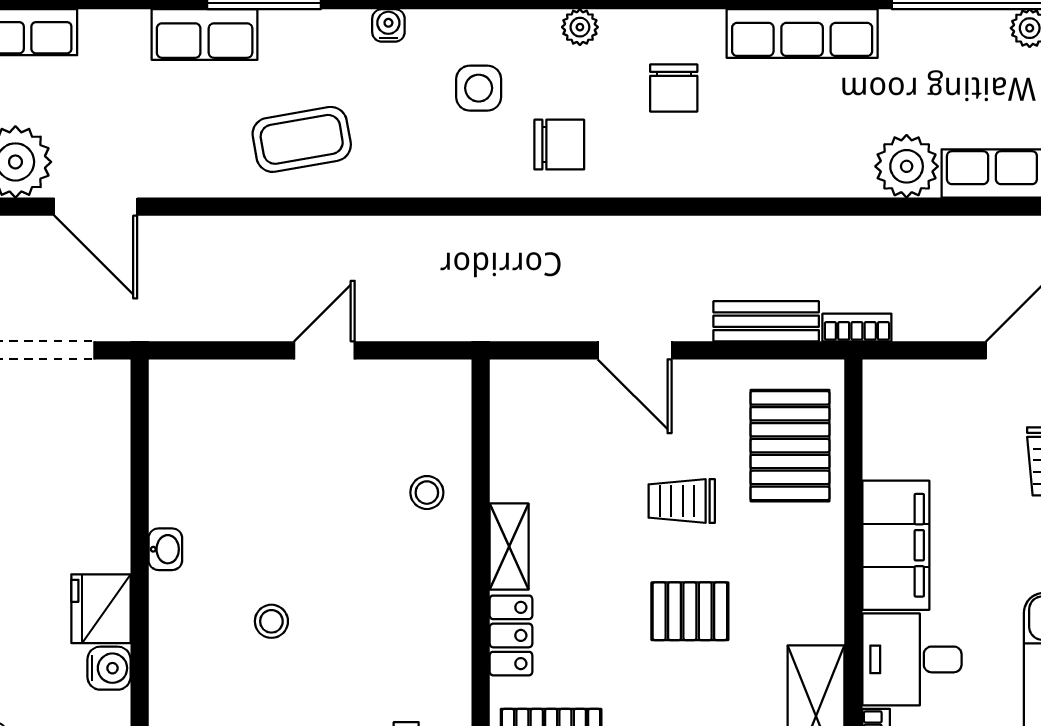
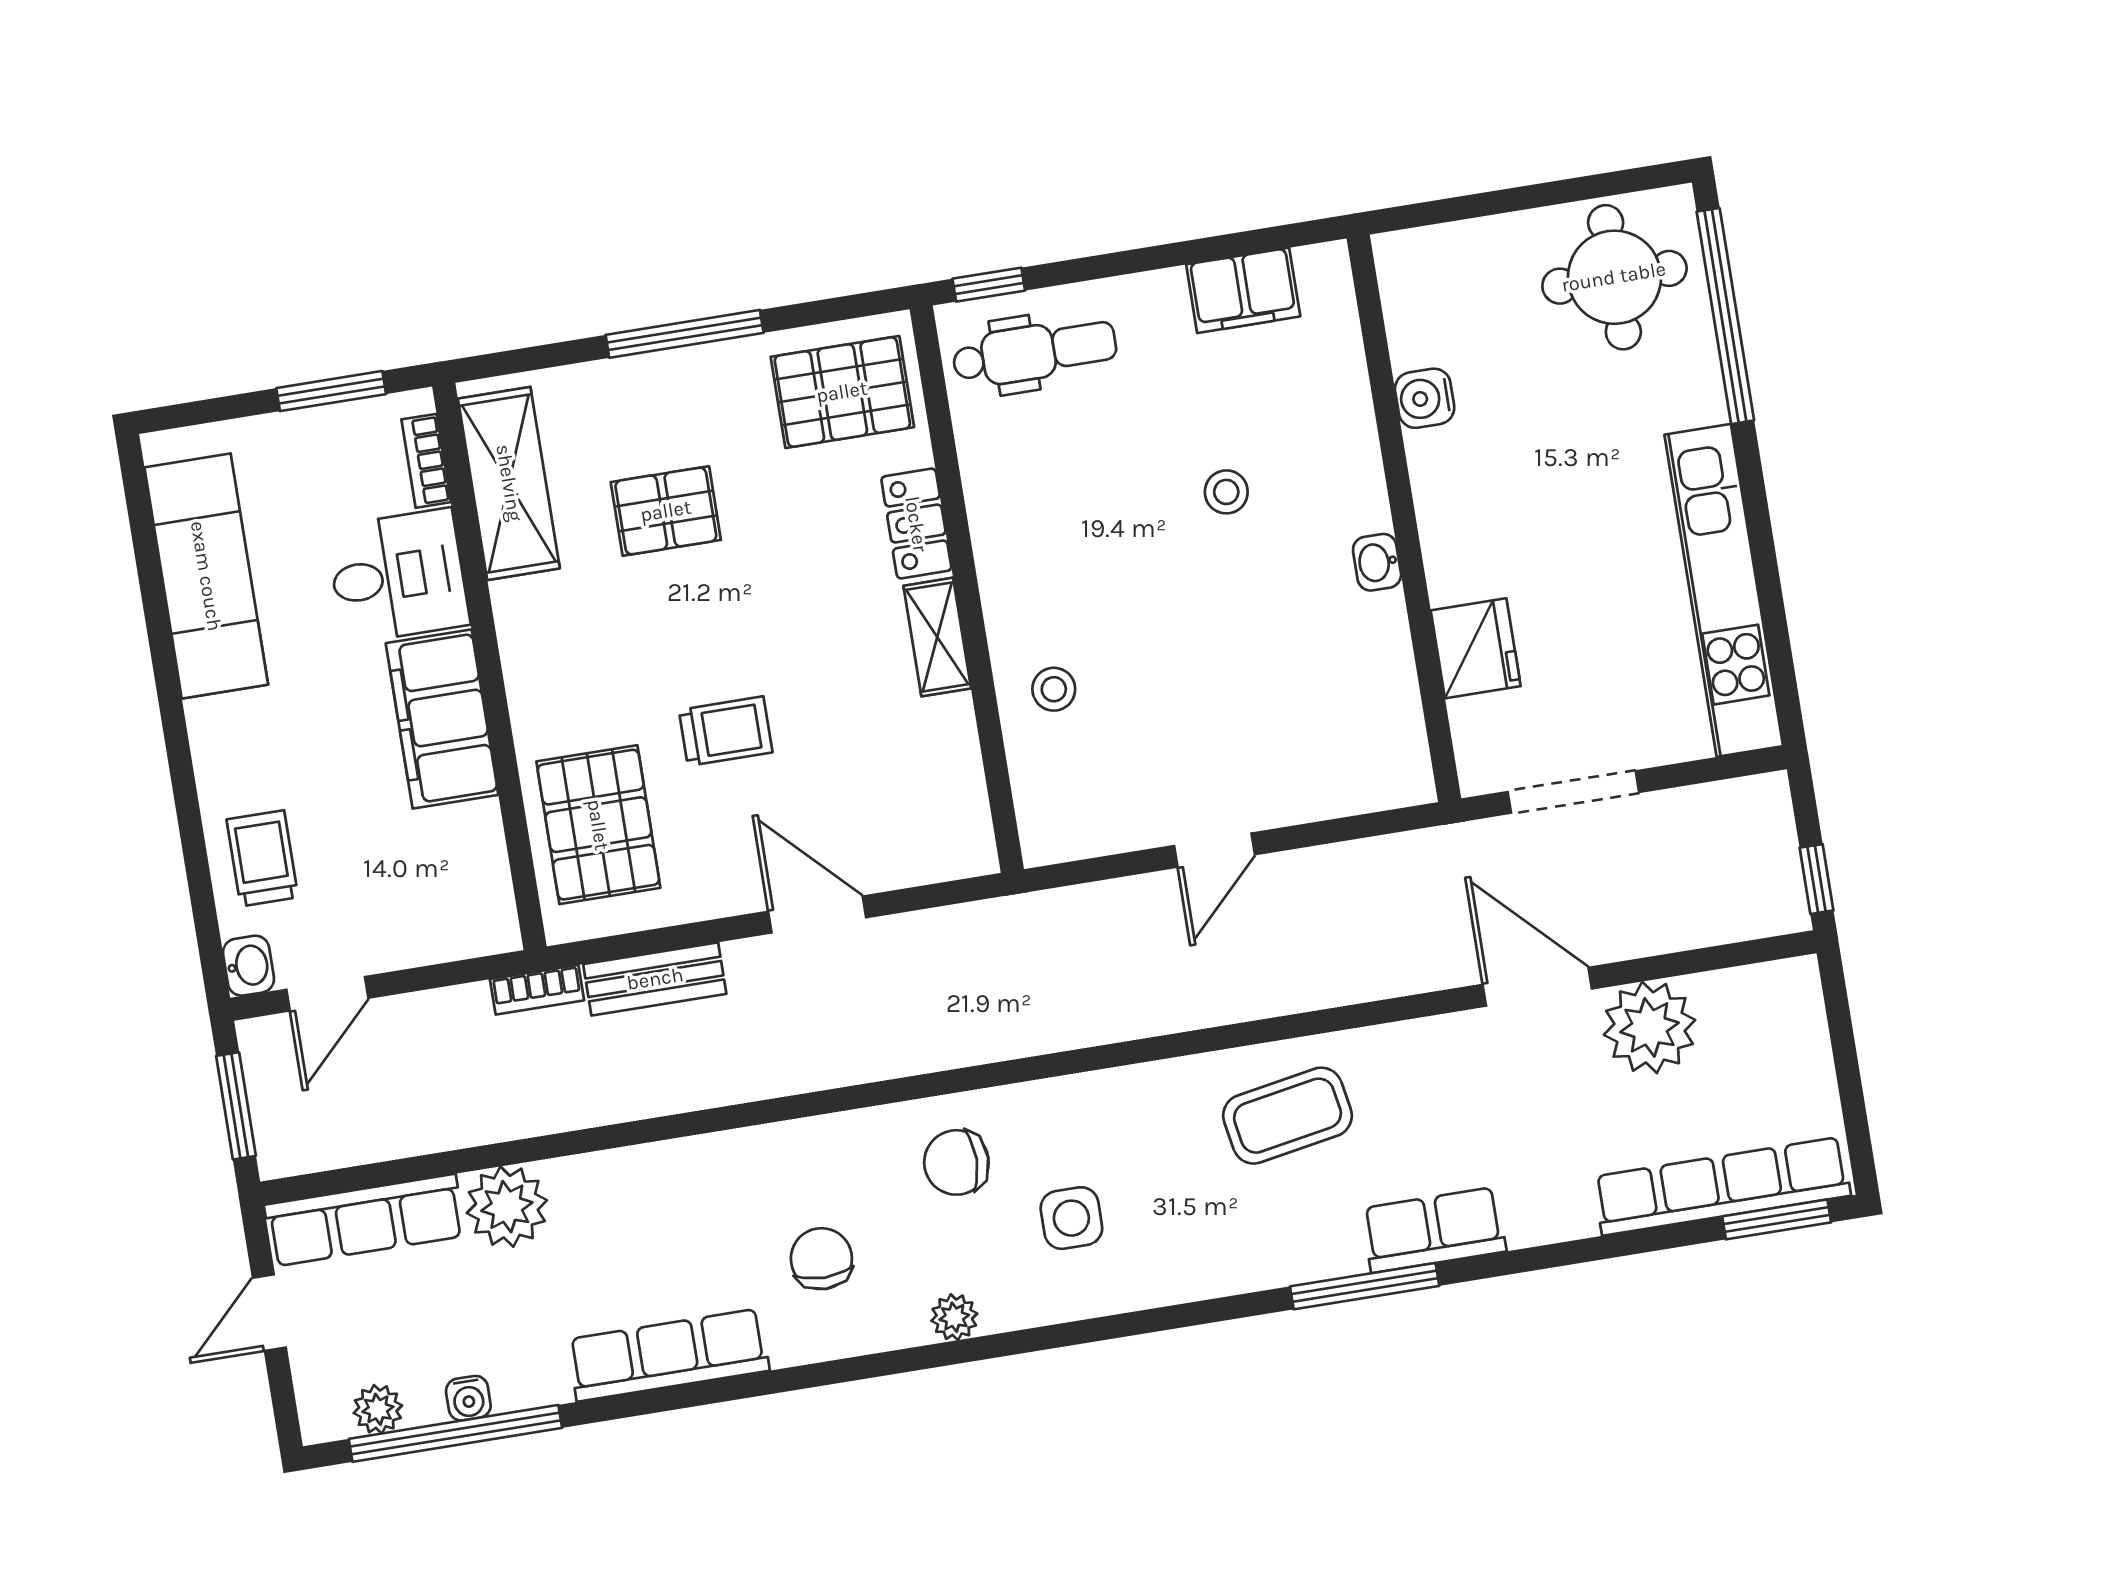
water cooler: (388, 25) -> (468, 1398), moved
fridge: (101, 609) -> (1476, 648), moved
pallet: (690, 611) -> (666, 511), moved

